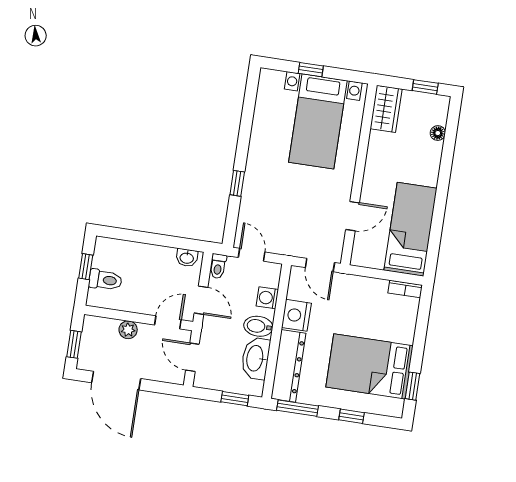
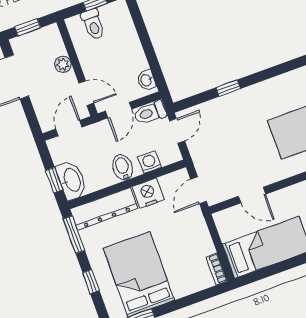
toilet: (218, 266) -> (150, 113), width x1.37, depth x1.39
washbasin: (256, 358) -> (72, 180), moved, turned 90

